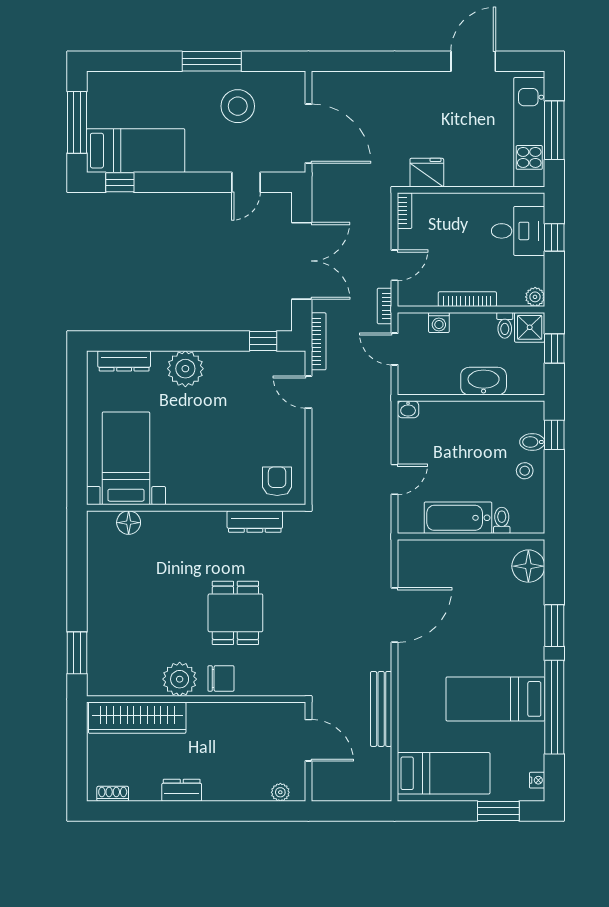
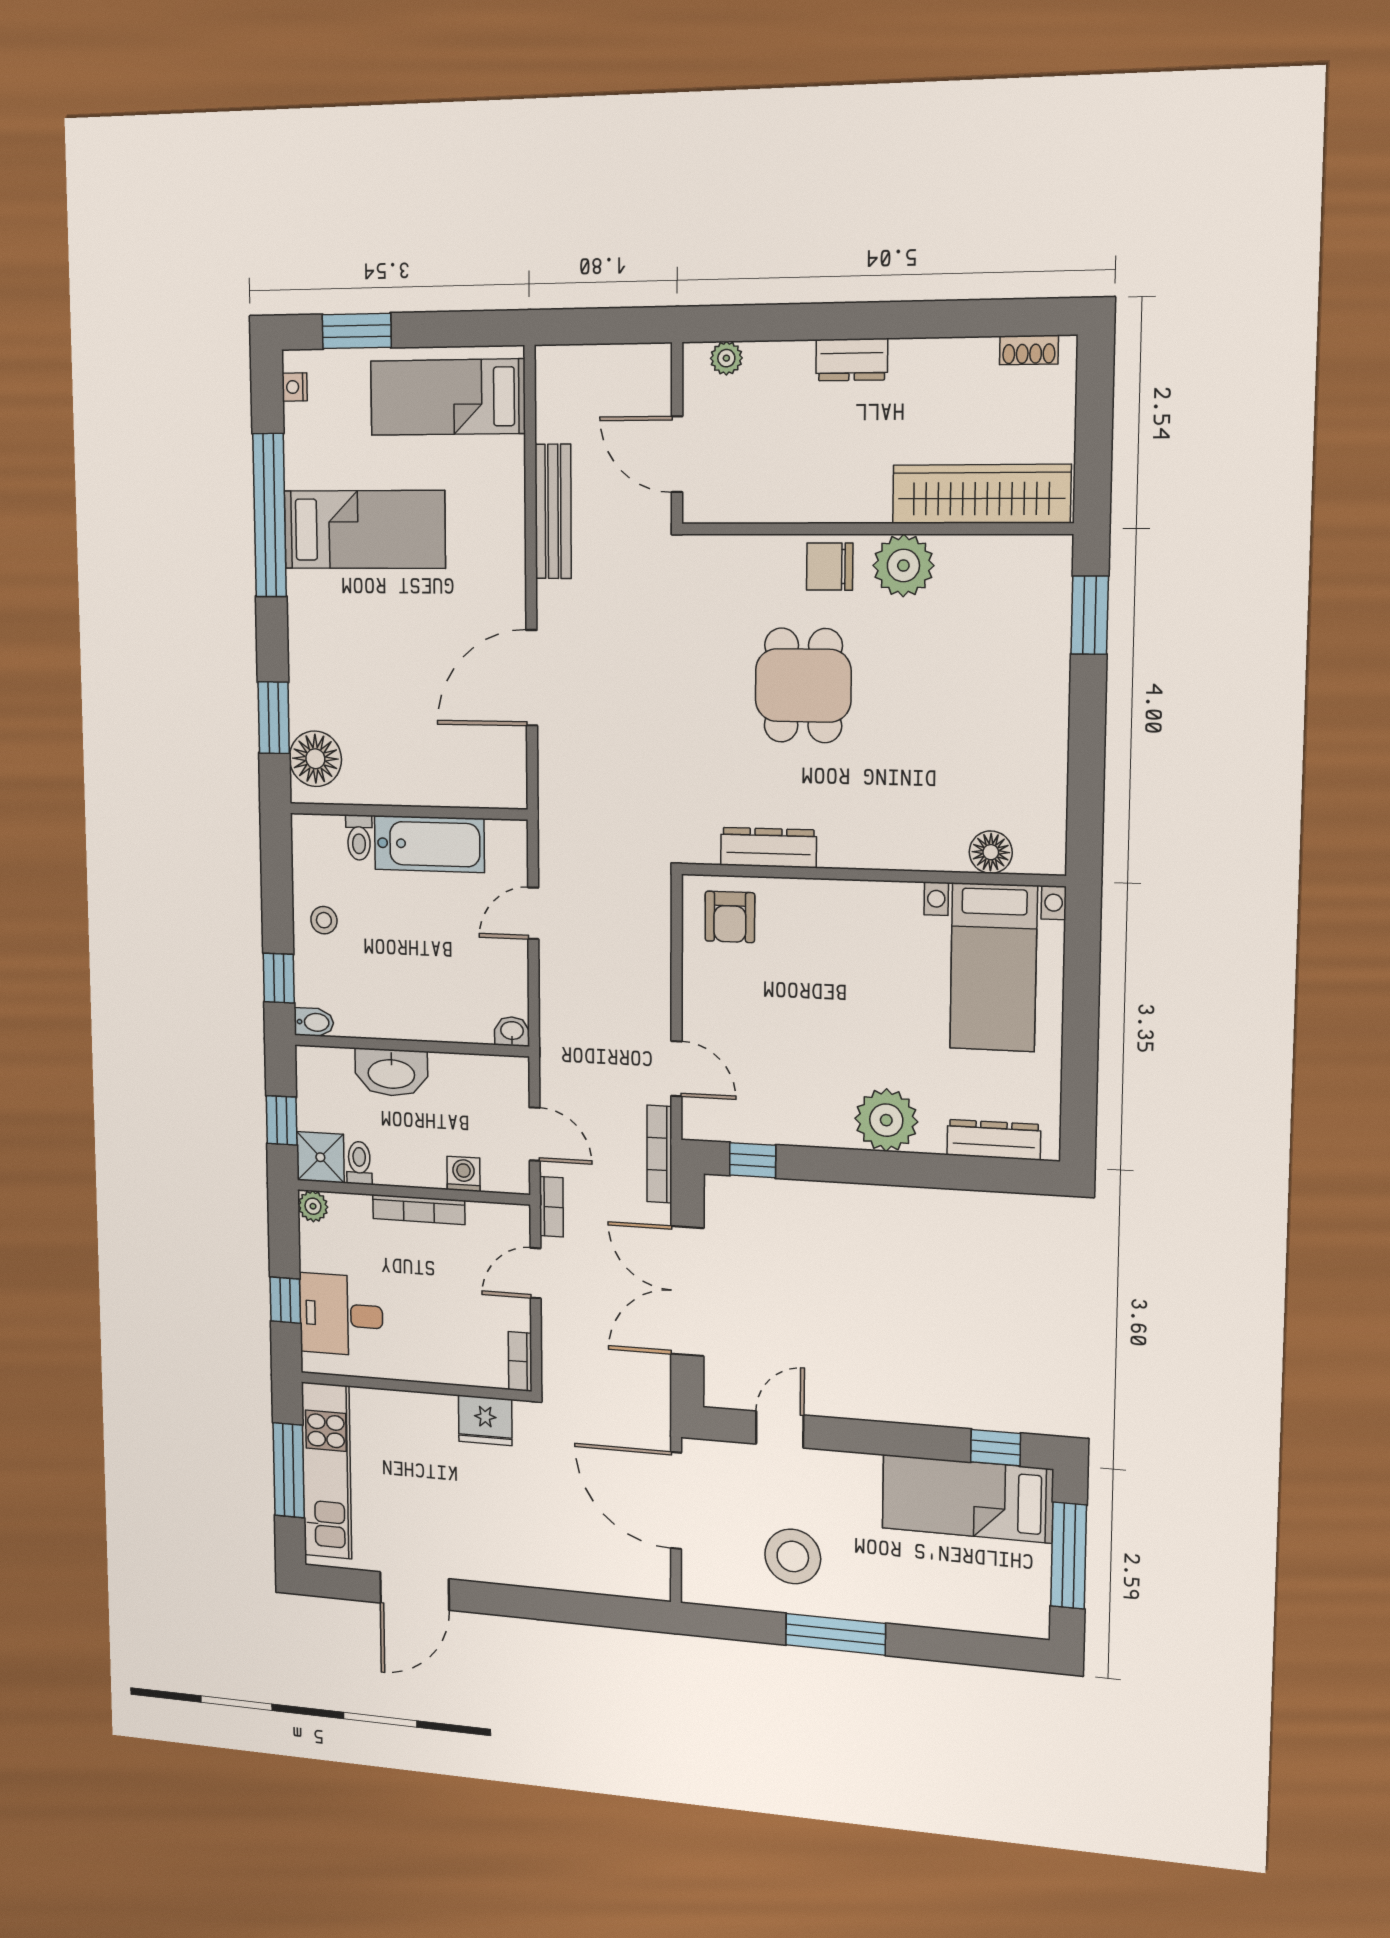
bidet: (532, 442) -> (314, 1022), moved
window: (554, 626) -> (274, 718), moved
dresser: (182, 790) -> (852, 360), moved

